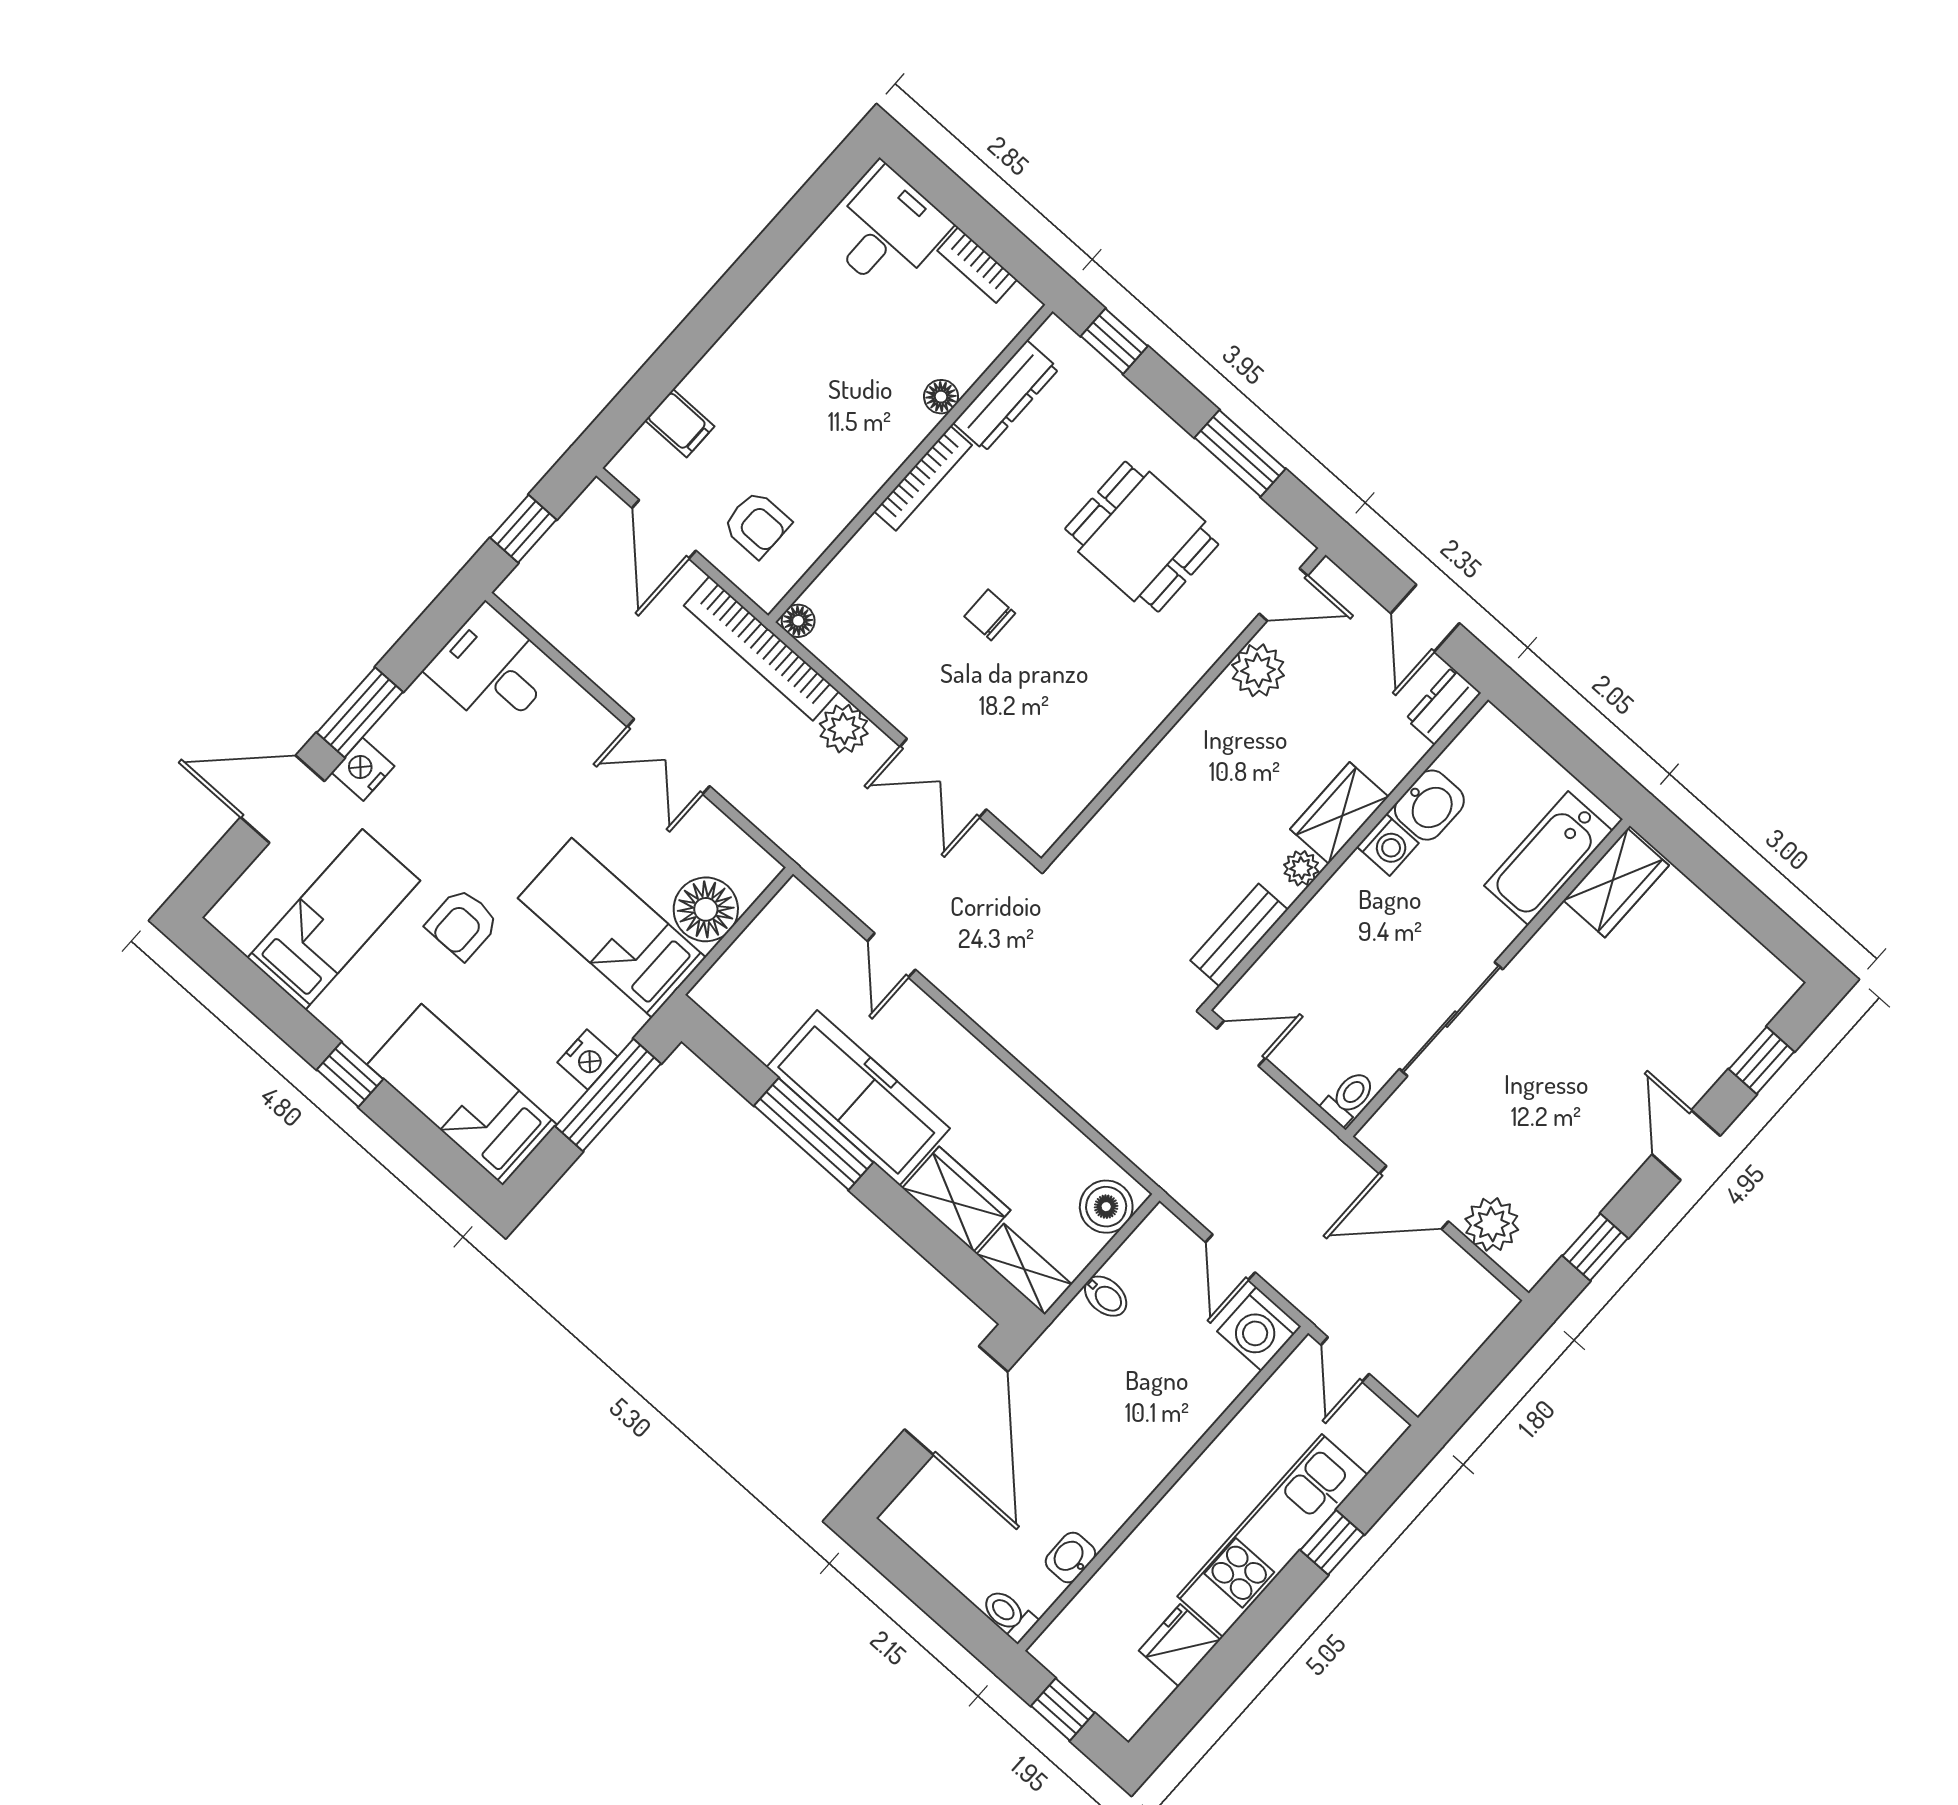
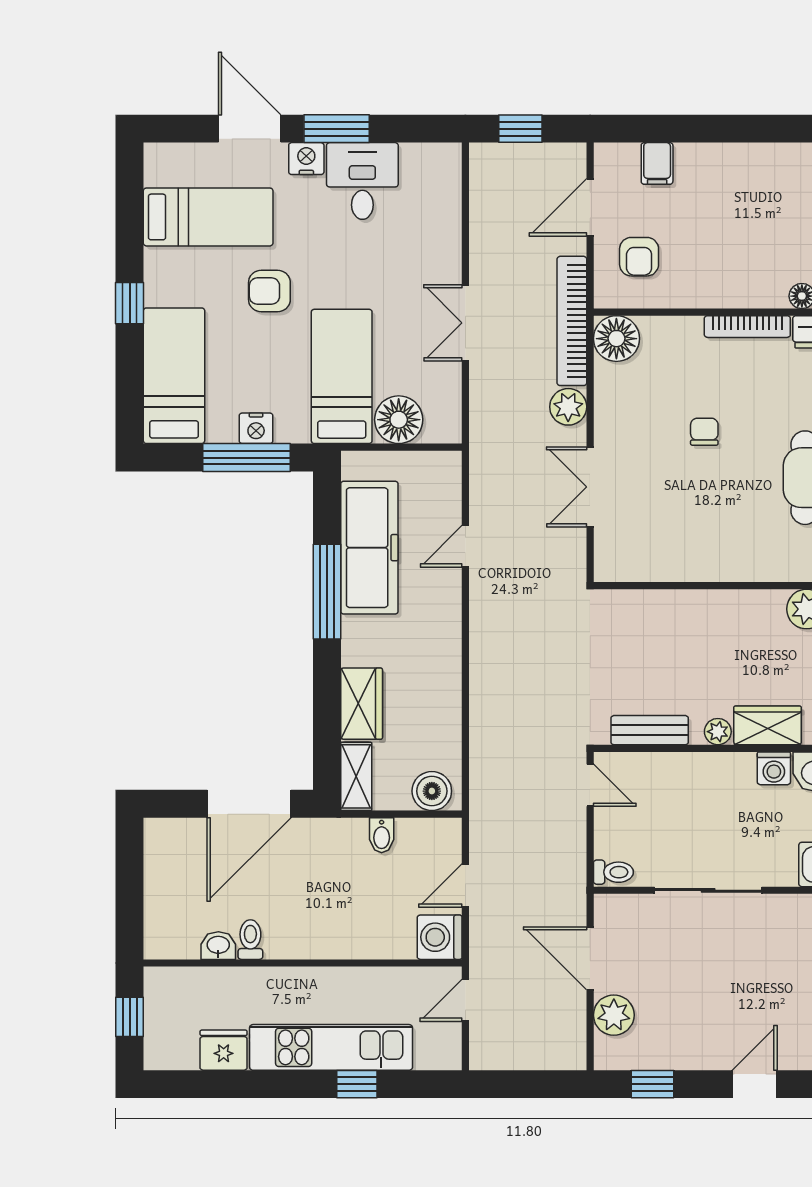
floor lamp: (798, 621) -> (616, 339), width x1.89, depth x1.89
desk: (492, 669) -> (362, 181), moved
freezer: (858, 1098) -> (369, 548), moved
toilet: (1009, 1615) -> (250, 940), moved

